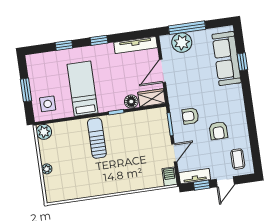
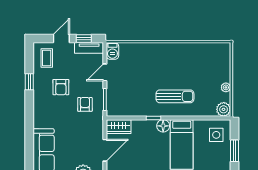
window: (242, 62) -> (29, 82), moved
floor lamp: (131, 102) -> (163, 126), moved
armchair: (190, 116) -> (85, 104), turned -90
armchair: (218, 131) -> (61, 87), turned 180
sun lounger: (97, 138) -> (175, 96), turned -90
plant: (47, 169) -> (226, 87), moved

